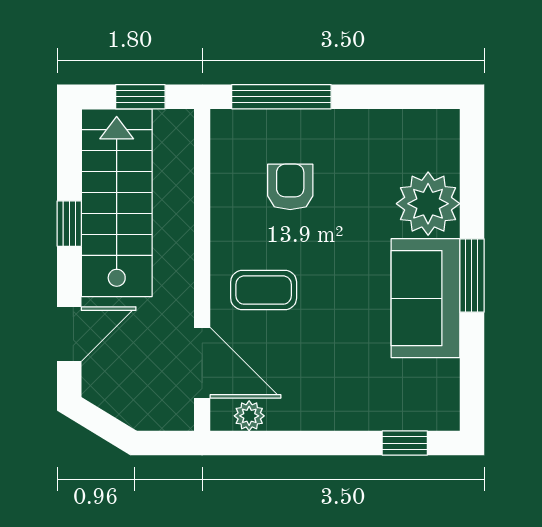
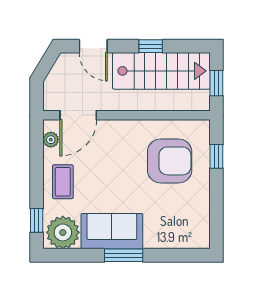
window: (281, 97) -> (216, 156), width x0.46
armchair: (290, 187) -> (170, 161), width x1.88, depth x1.88
plant: (428, 204) -> (63, 232), moved
coffee table: (264, 290) -> (63, 182), moved

